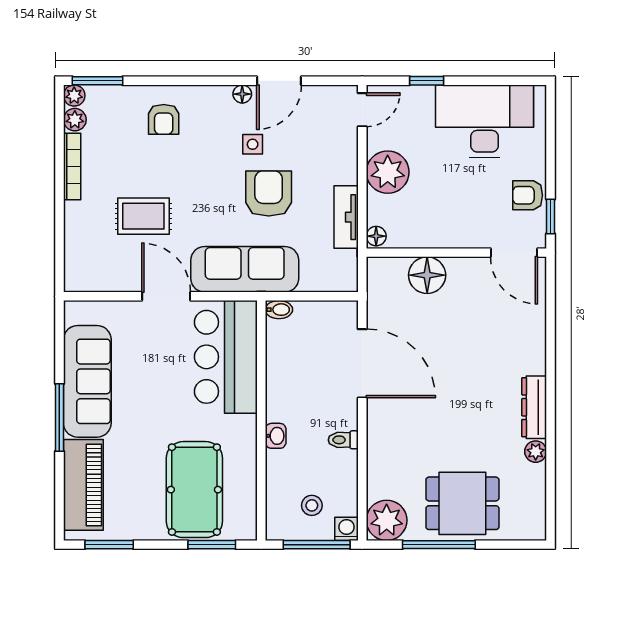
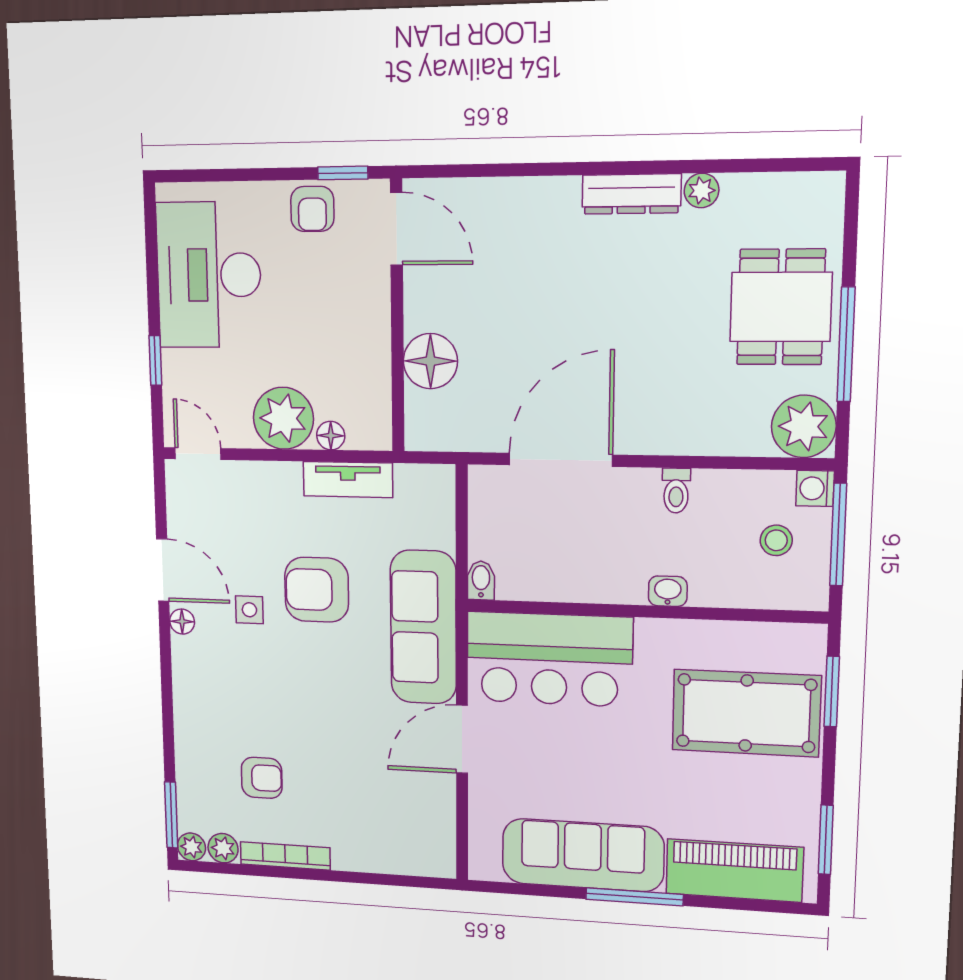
armchair: (164, 119) -> (262, 778), moved
rug: (143, 216) -> (351, 764), removed
floor lamp: (376, 236) -> (331, 436), moved
door: (514, 253) -> (396, 229), hinge flipped

